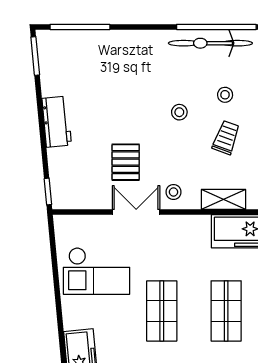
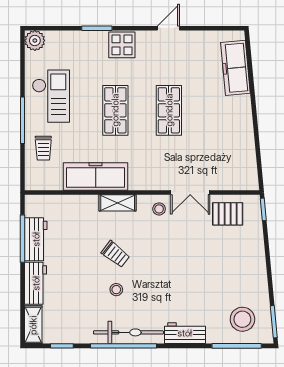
stool: (179, 112) -> (242, 319), moved, width x1.89, depth x1.89
workbench: (57, 122) -> (185, 333), moved, turned 95
trolley: (226, 137) -> (115, 254), turned -72
pallet: (126, 162) -> (228, 214), moved, turned 90
checkout: (96, 271) -> (223, 143), removed

